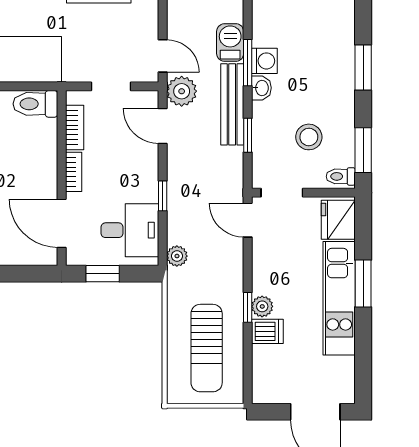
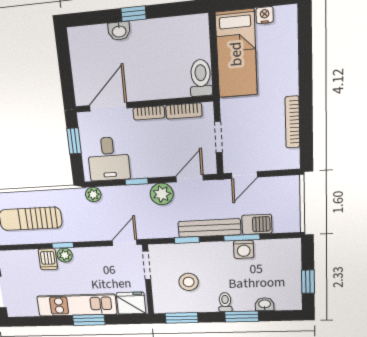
washbasin: (261, 88) -> (265, 304), moved, turned 180
plant: (182, 91) -> (162, 194), moved
toilet: (341, 176) -> (225, 302), moved

